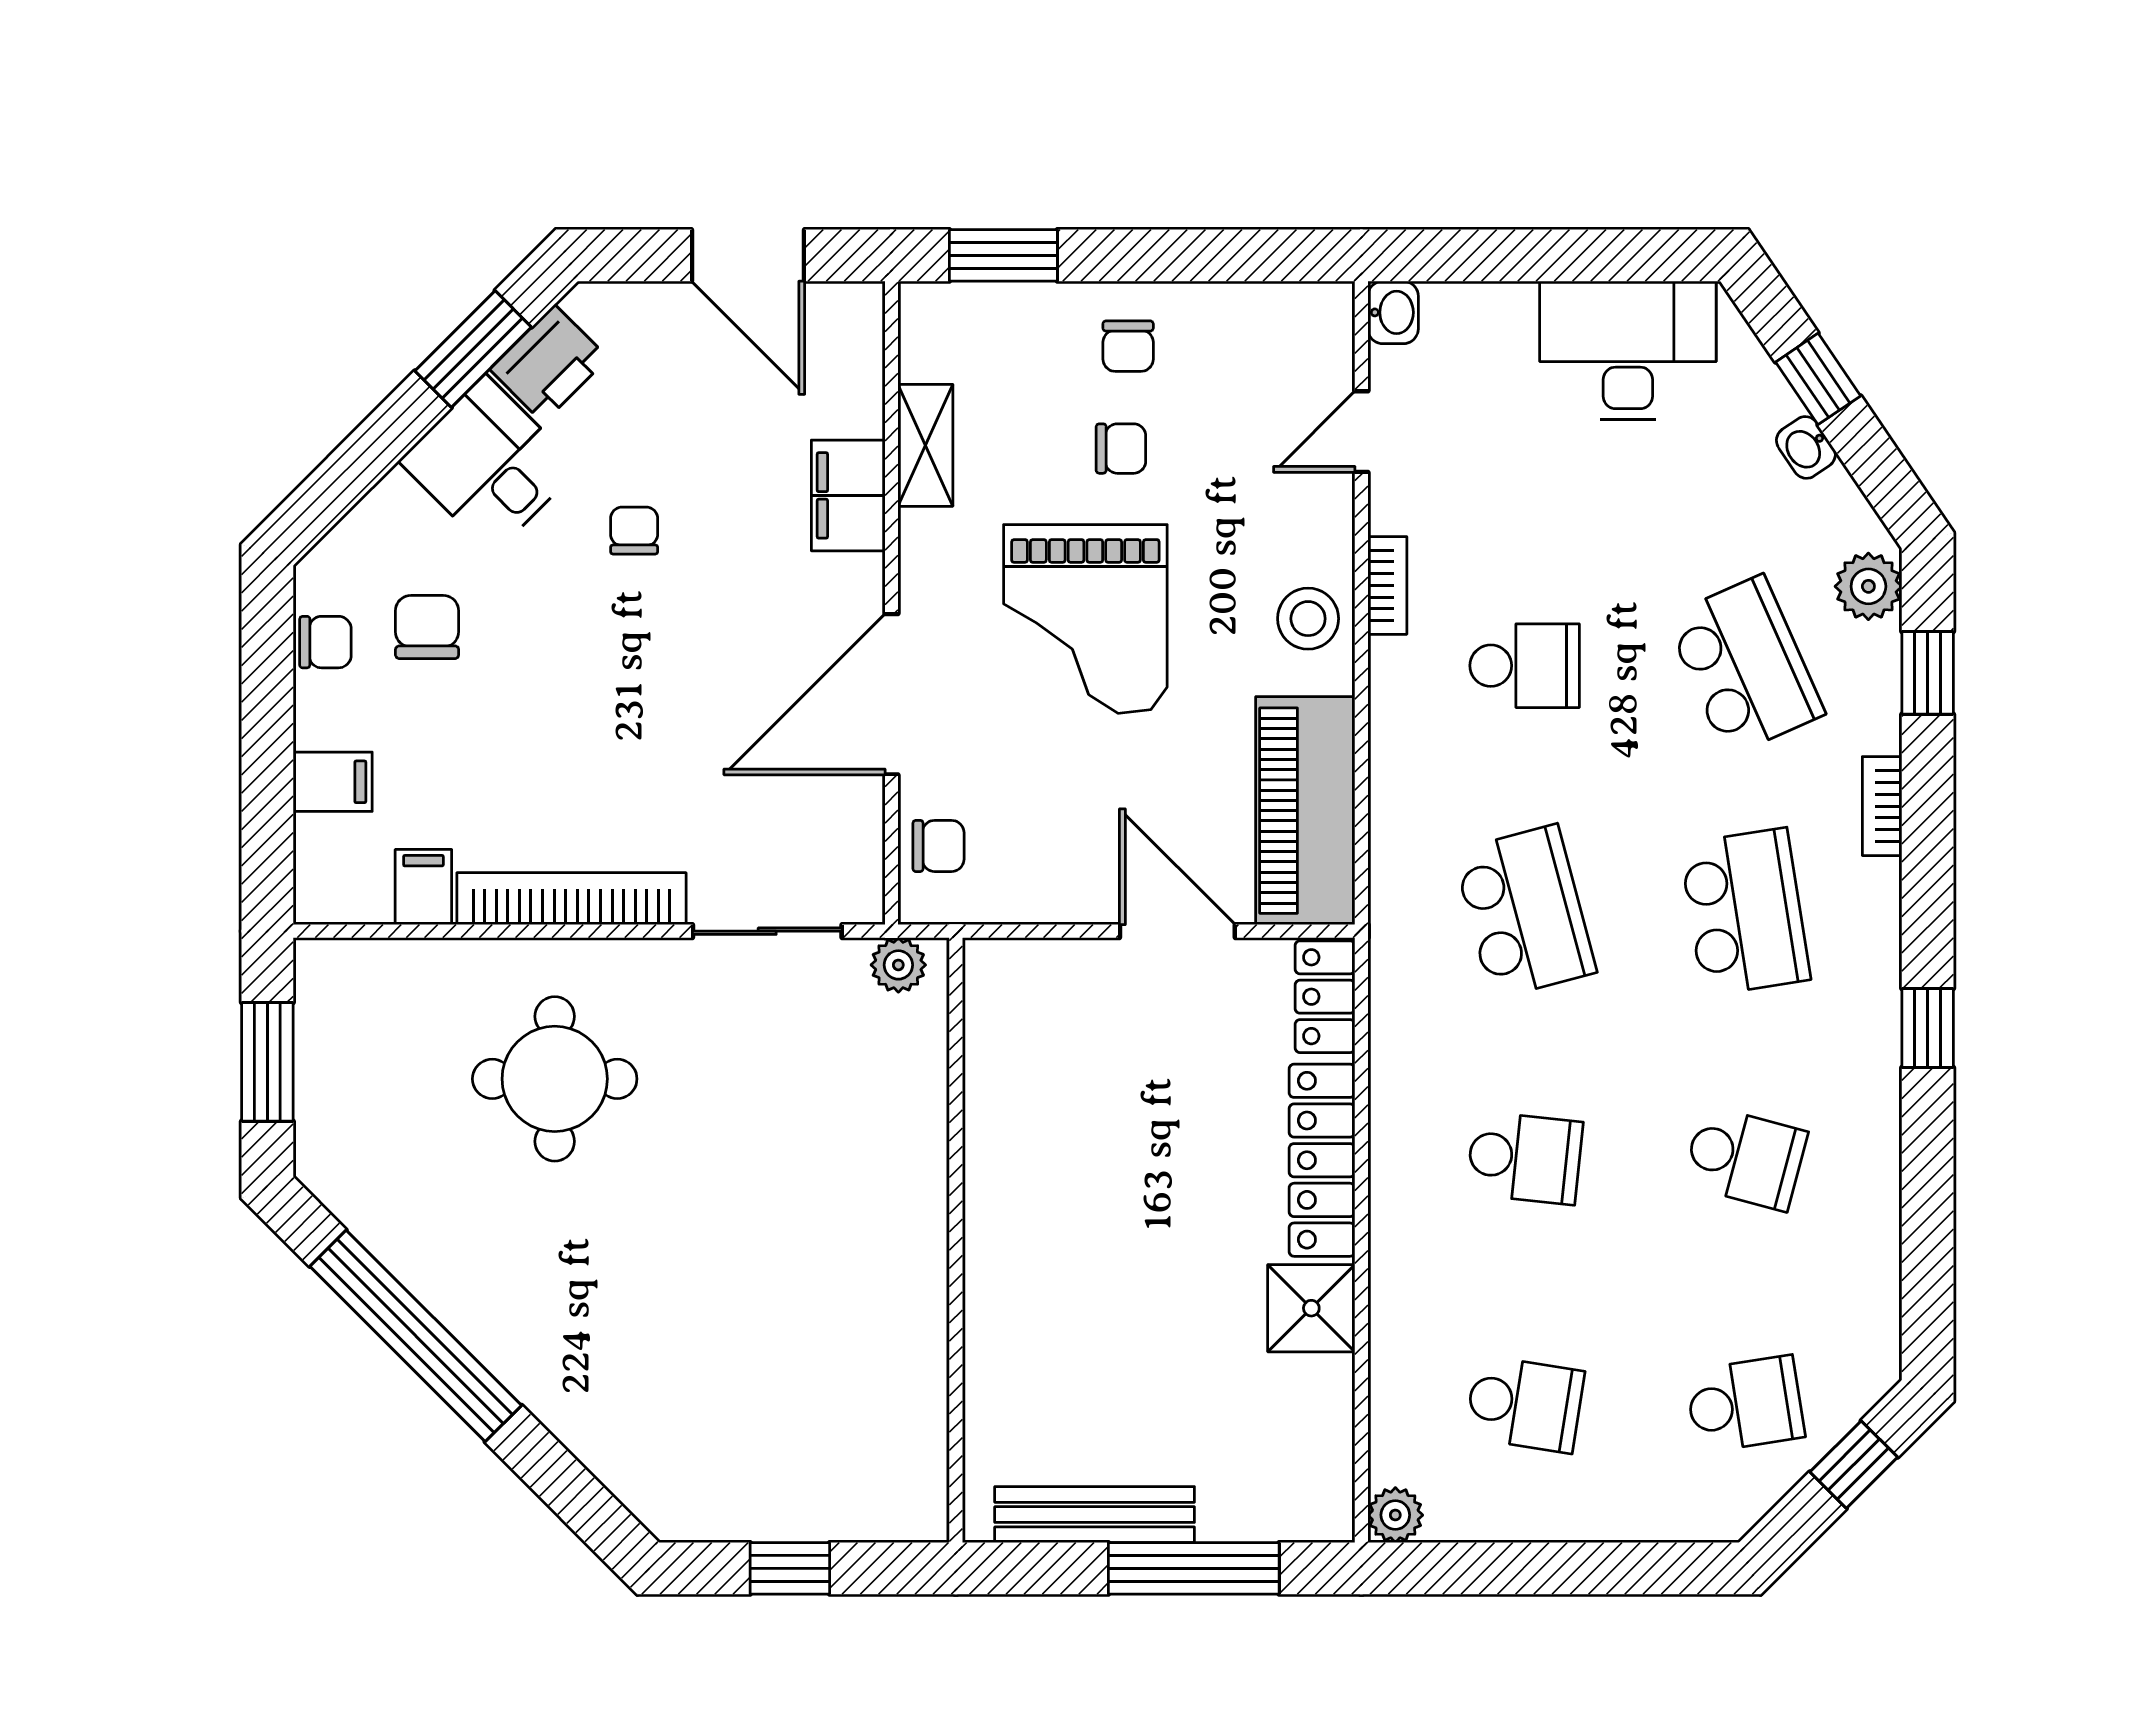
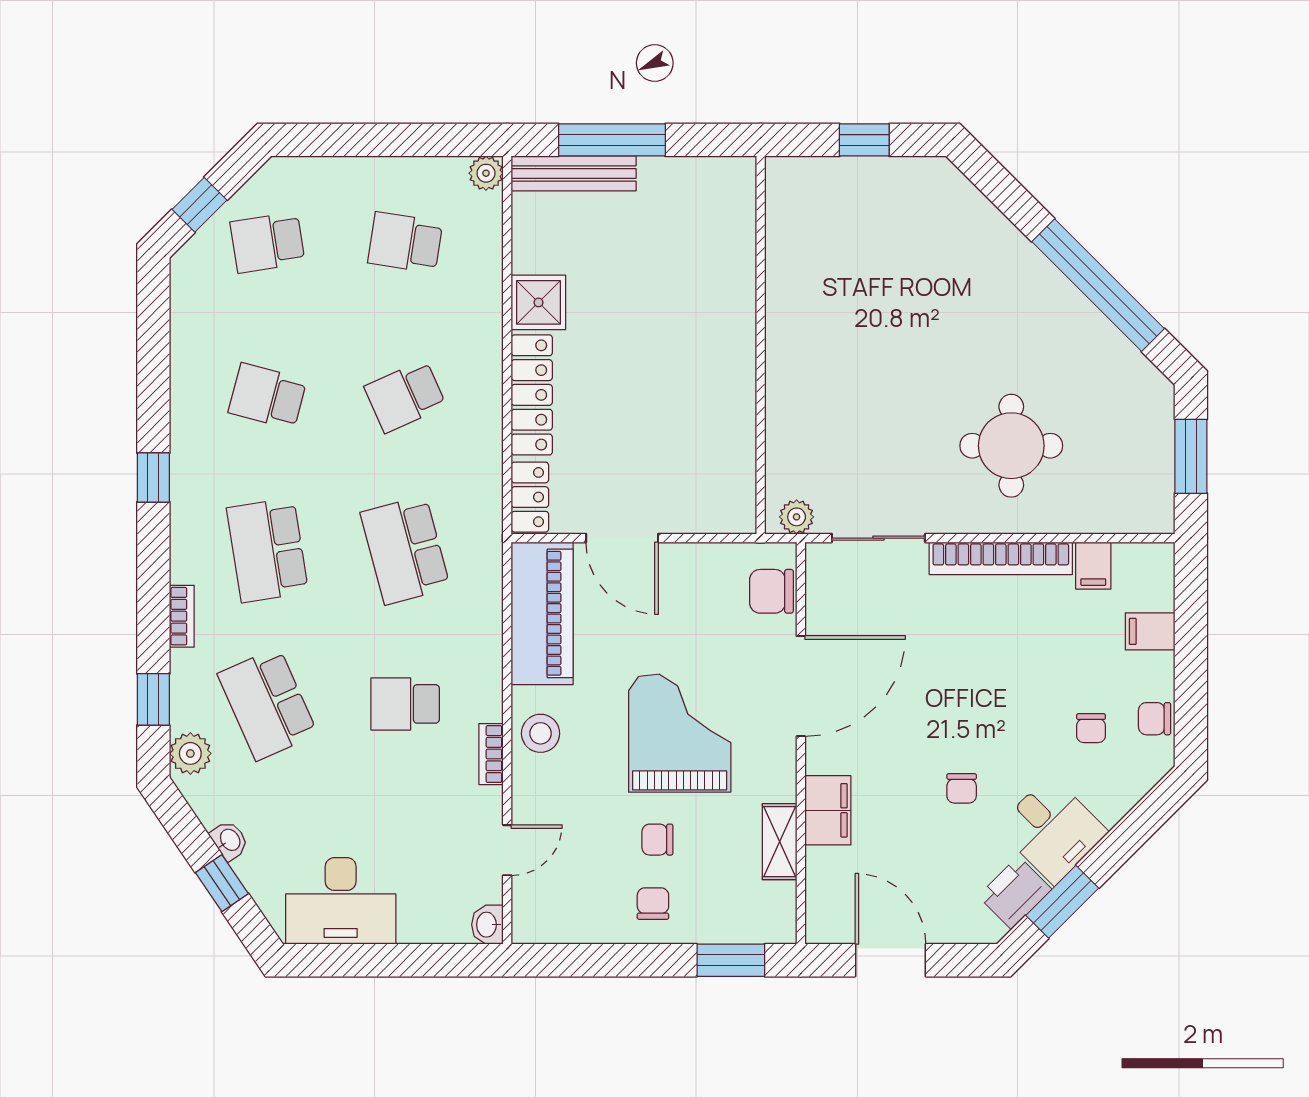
chair: (427, 627) -> (1091, 728), width x0.73, depth x0.73
chair: (938, 846) -> (771, 591), width x1.37, depth x1.37
school desk: (1525, 1158) -> (405, 396), turned -30
bench: (1095, 1515) -> (574, 173), moved

